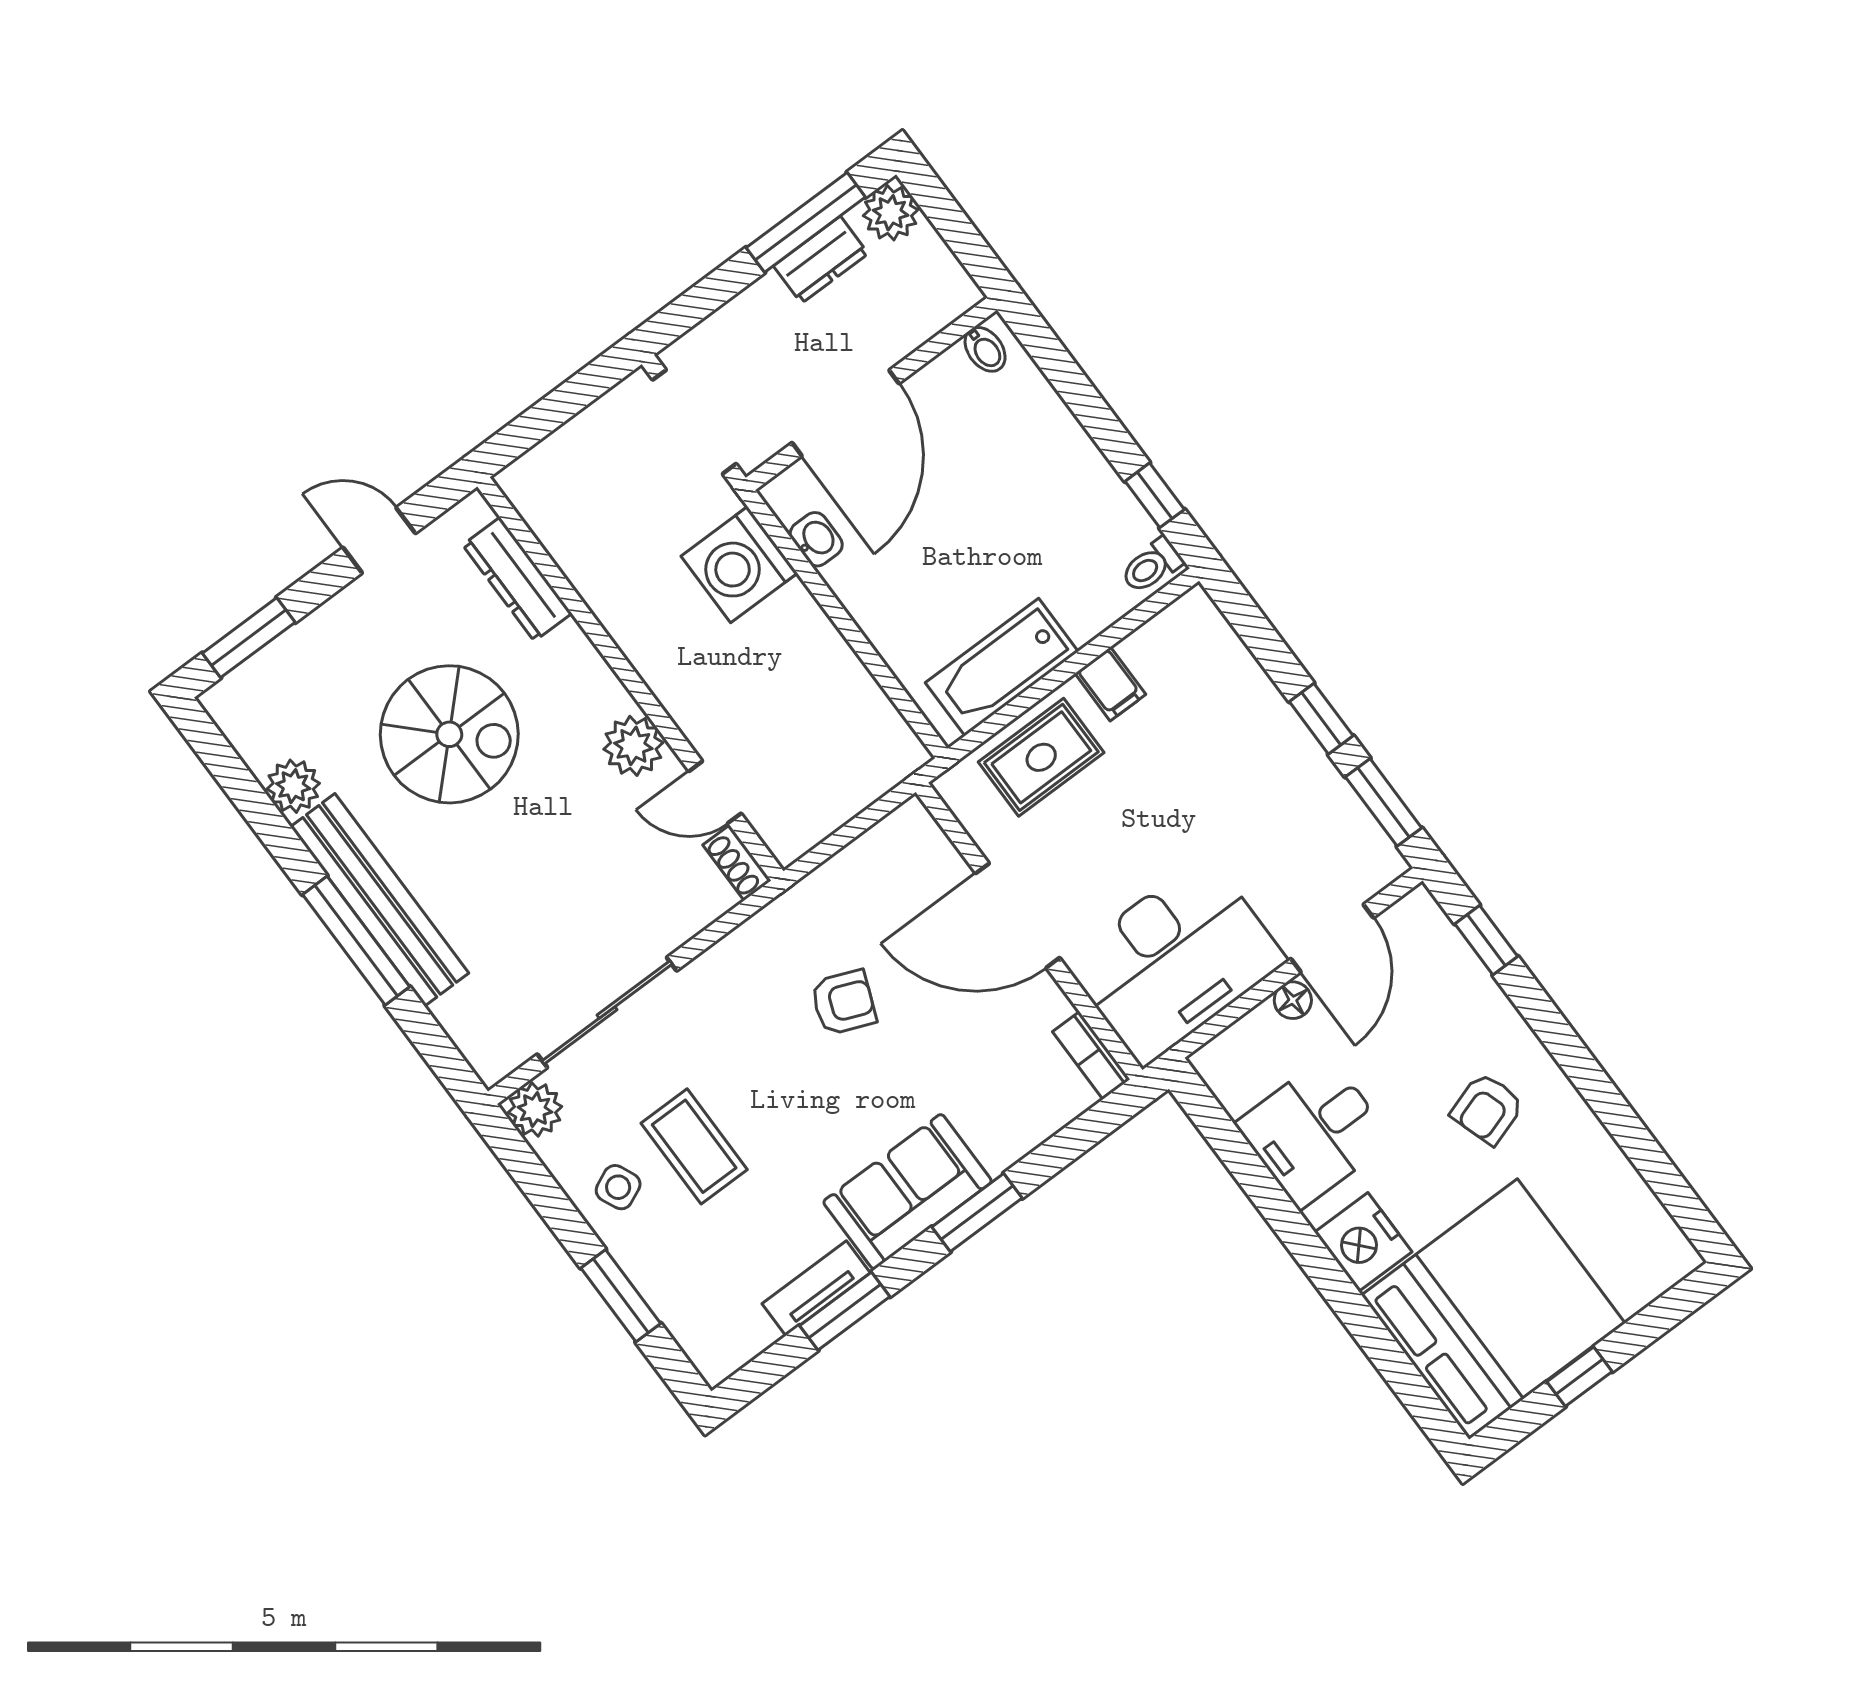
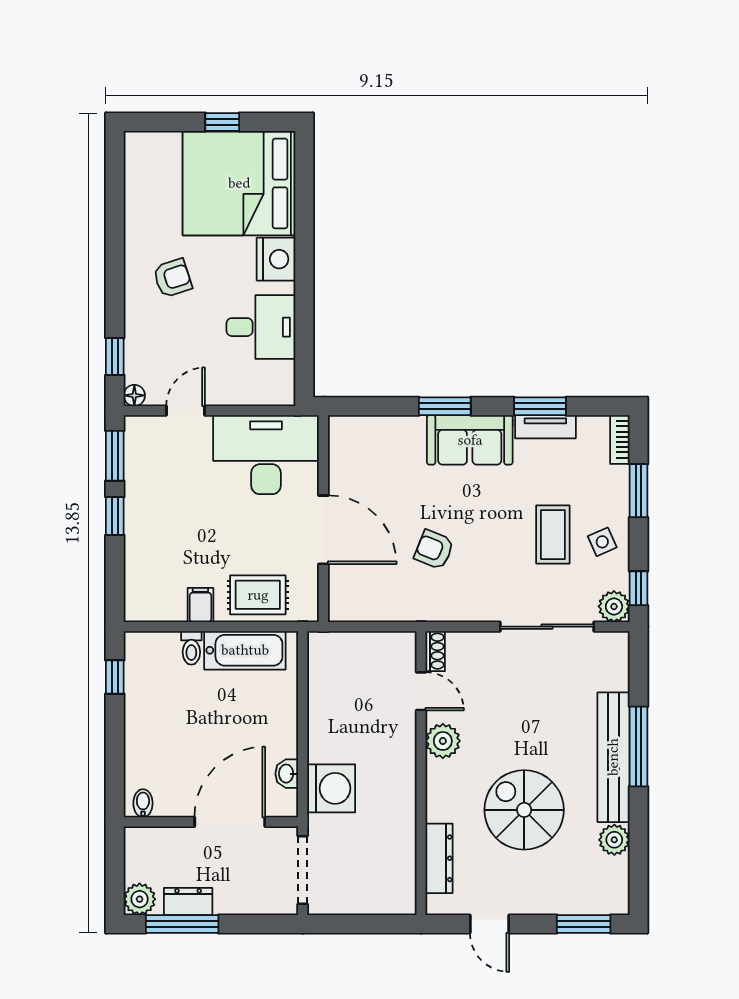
toilet: (1152, 566) -> (191, 648), moved, turned 90
door: (1332, 938) -> (186, 411), width x0.73
floor lamp: (1293, 1000) -> (134, 395), moved
bookcase: (1091, 1055) -> (620, 439), moved, turned 180
window: (520, 1160) -> (638, 588), added

